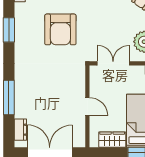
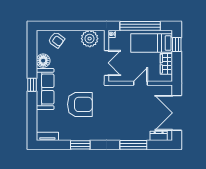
double door: (113, 63) -> (107, 63), swing flipped

